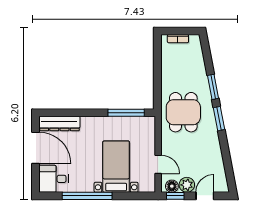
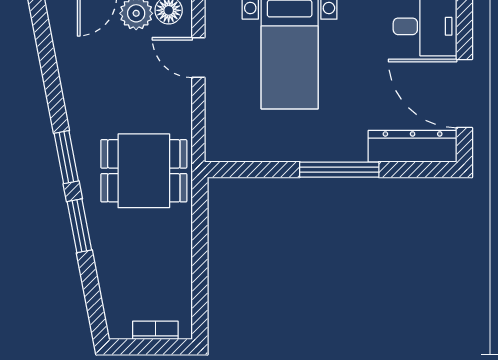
dining table: (183, 112) -> (144, 171), turned 90
window: (126, 113) -> (339, 170), moved

